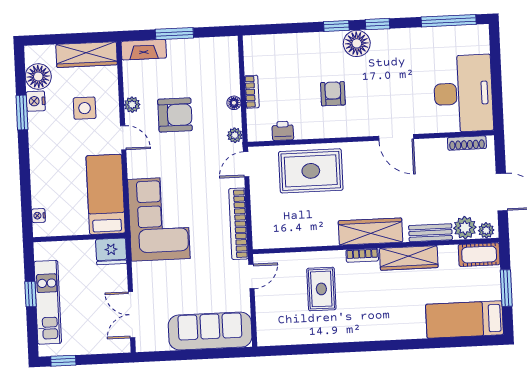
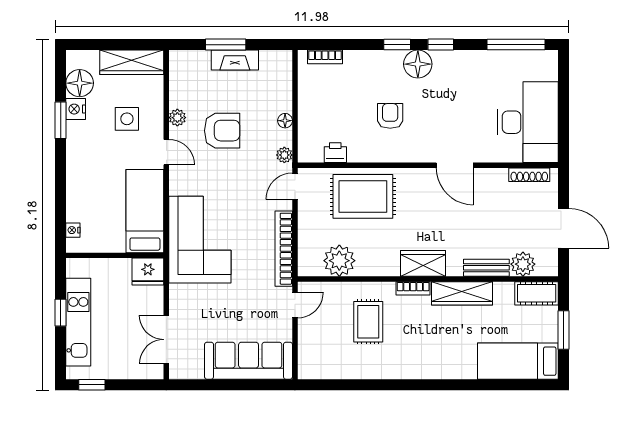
fireplace: (144, 50) -> (235, 60), moved
bookcase: (252, 92) -> (325, 57), moved, turned 90
plant: (486, 230) -> (339, 261), moved, width x1.88, depth x1.88
wardrobe: (370, 231) -> (423, 263), width x0.67

